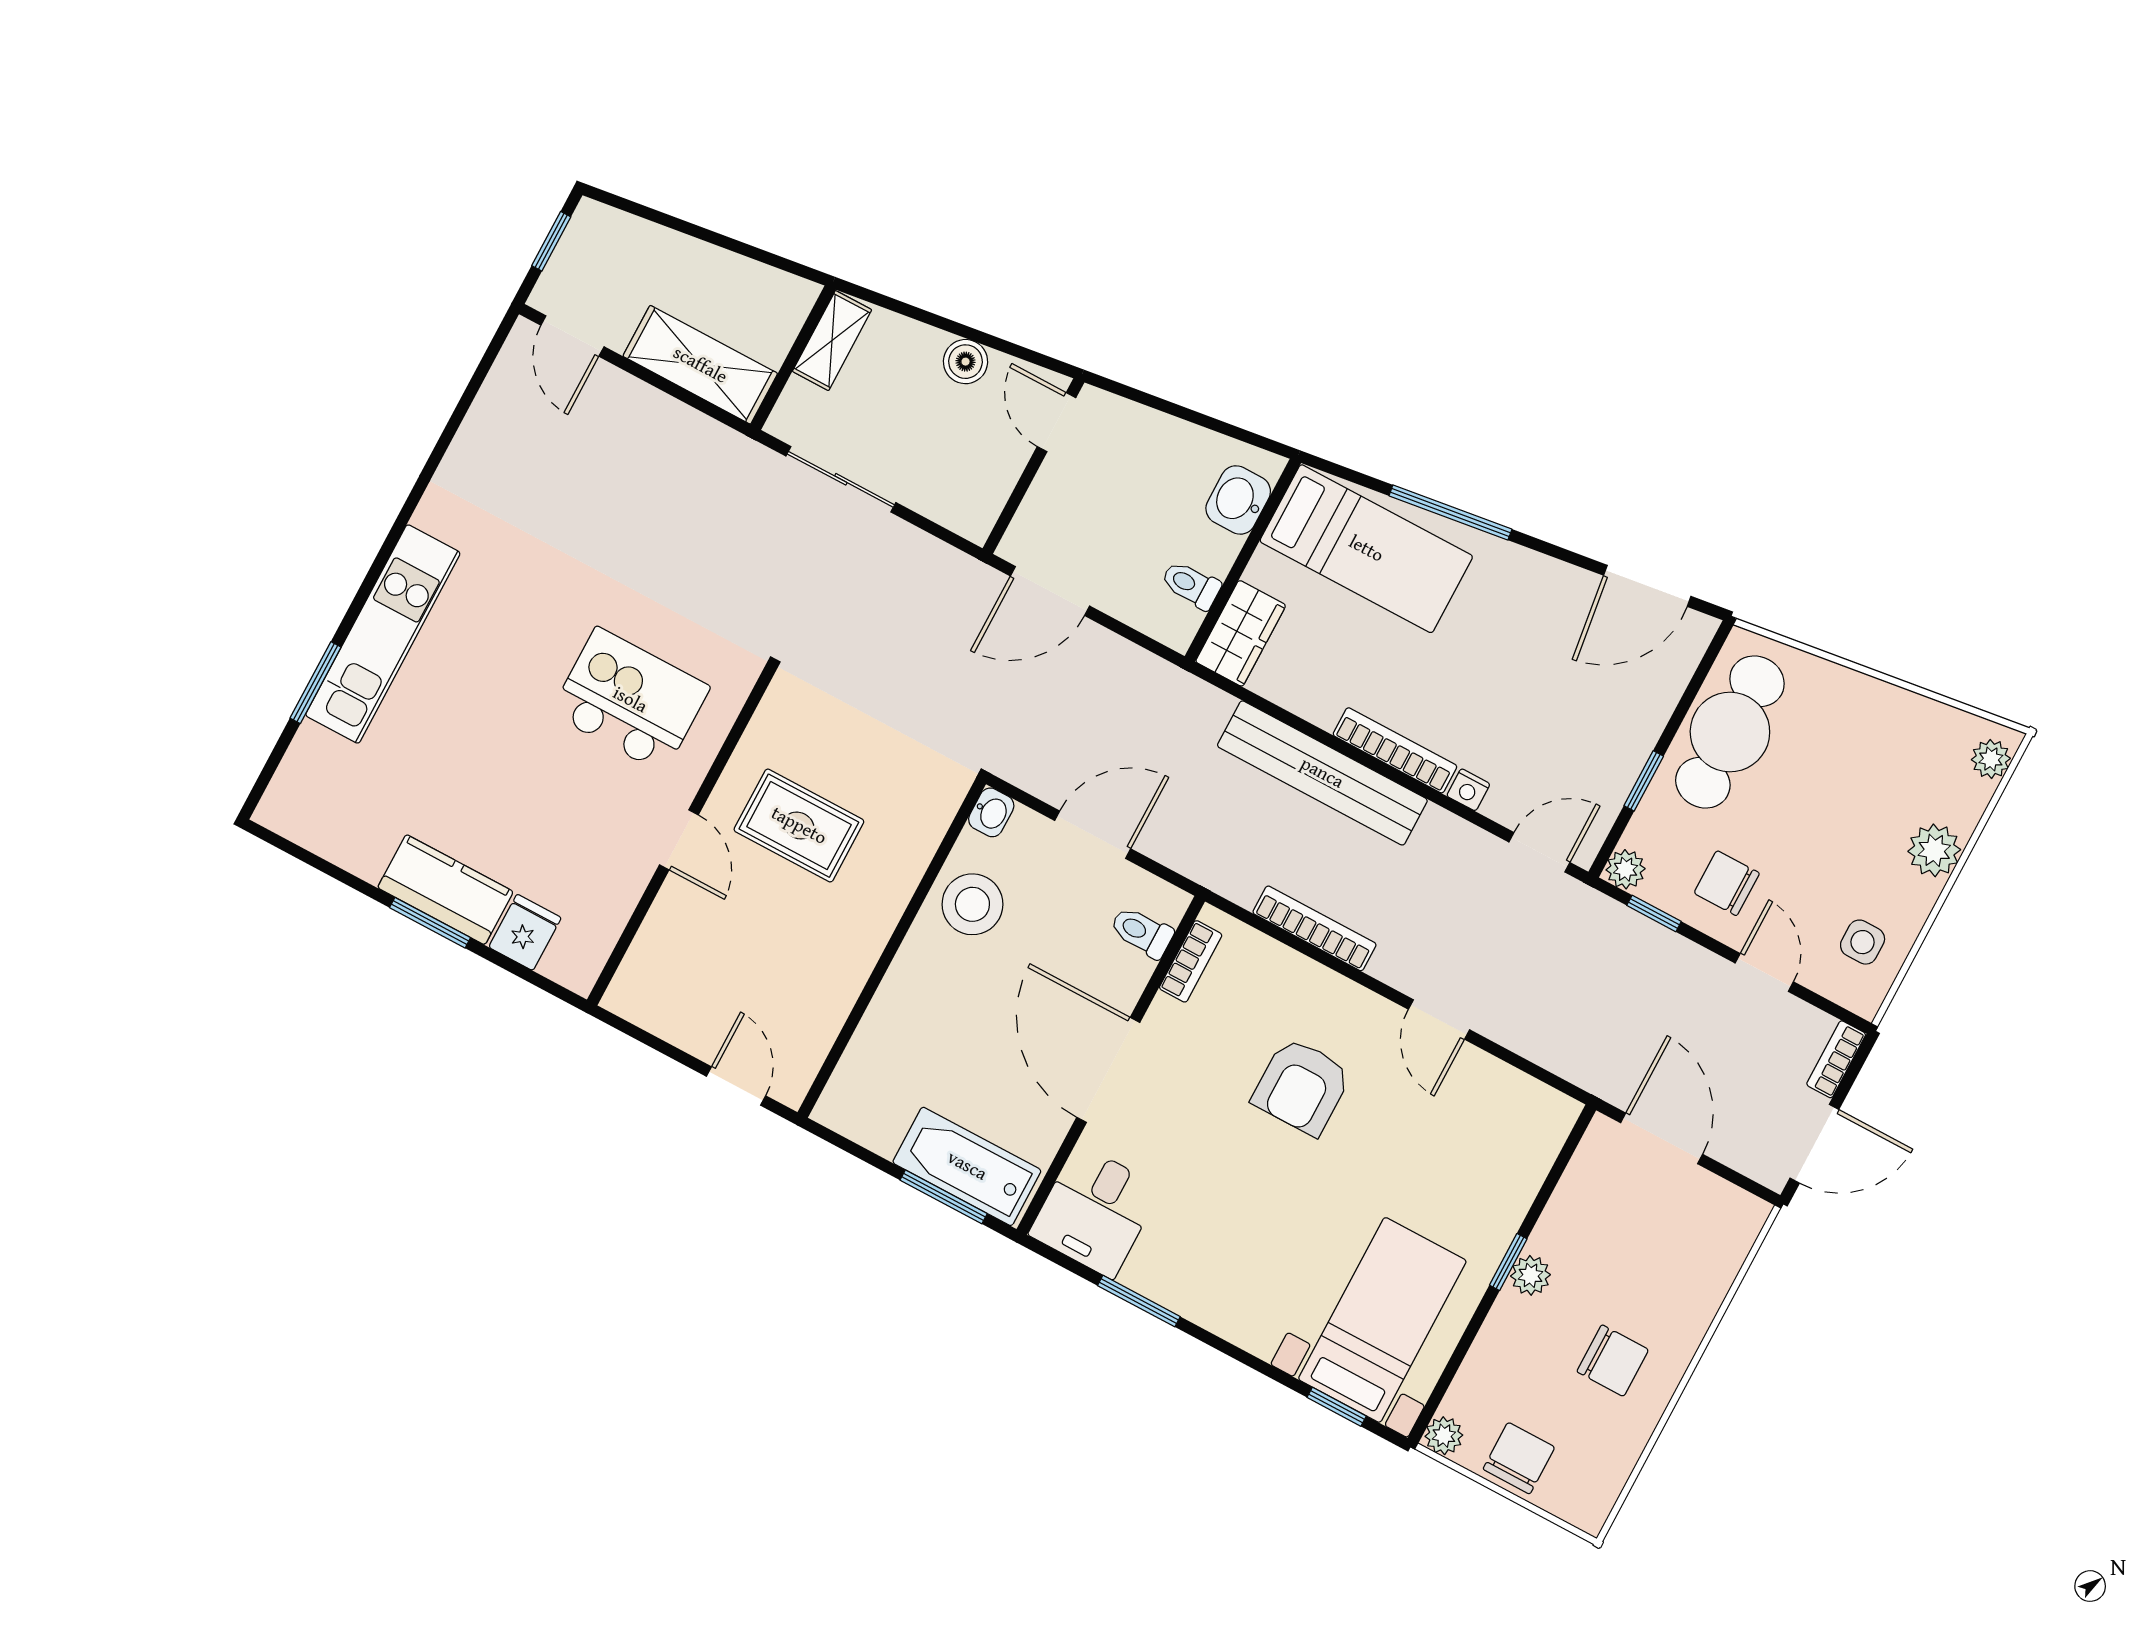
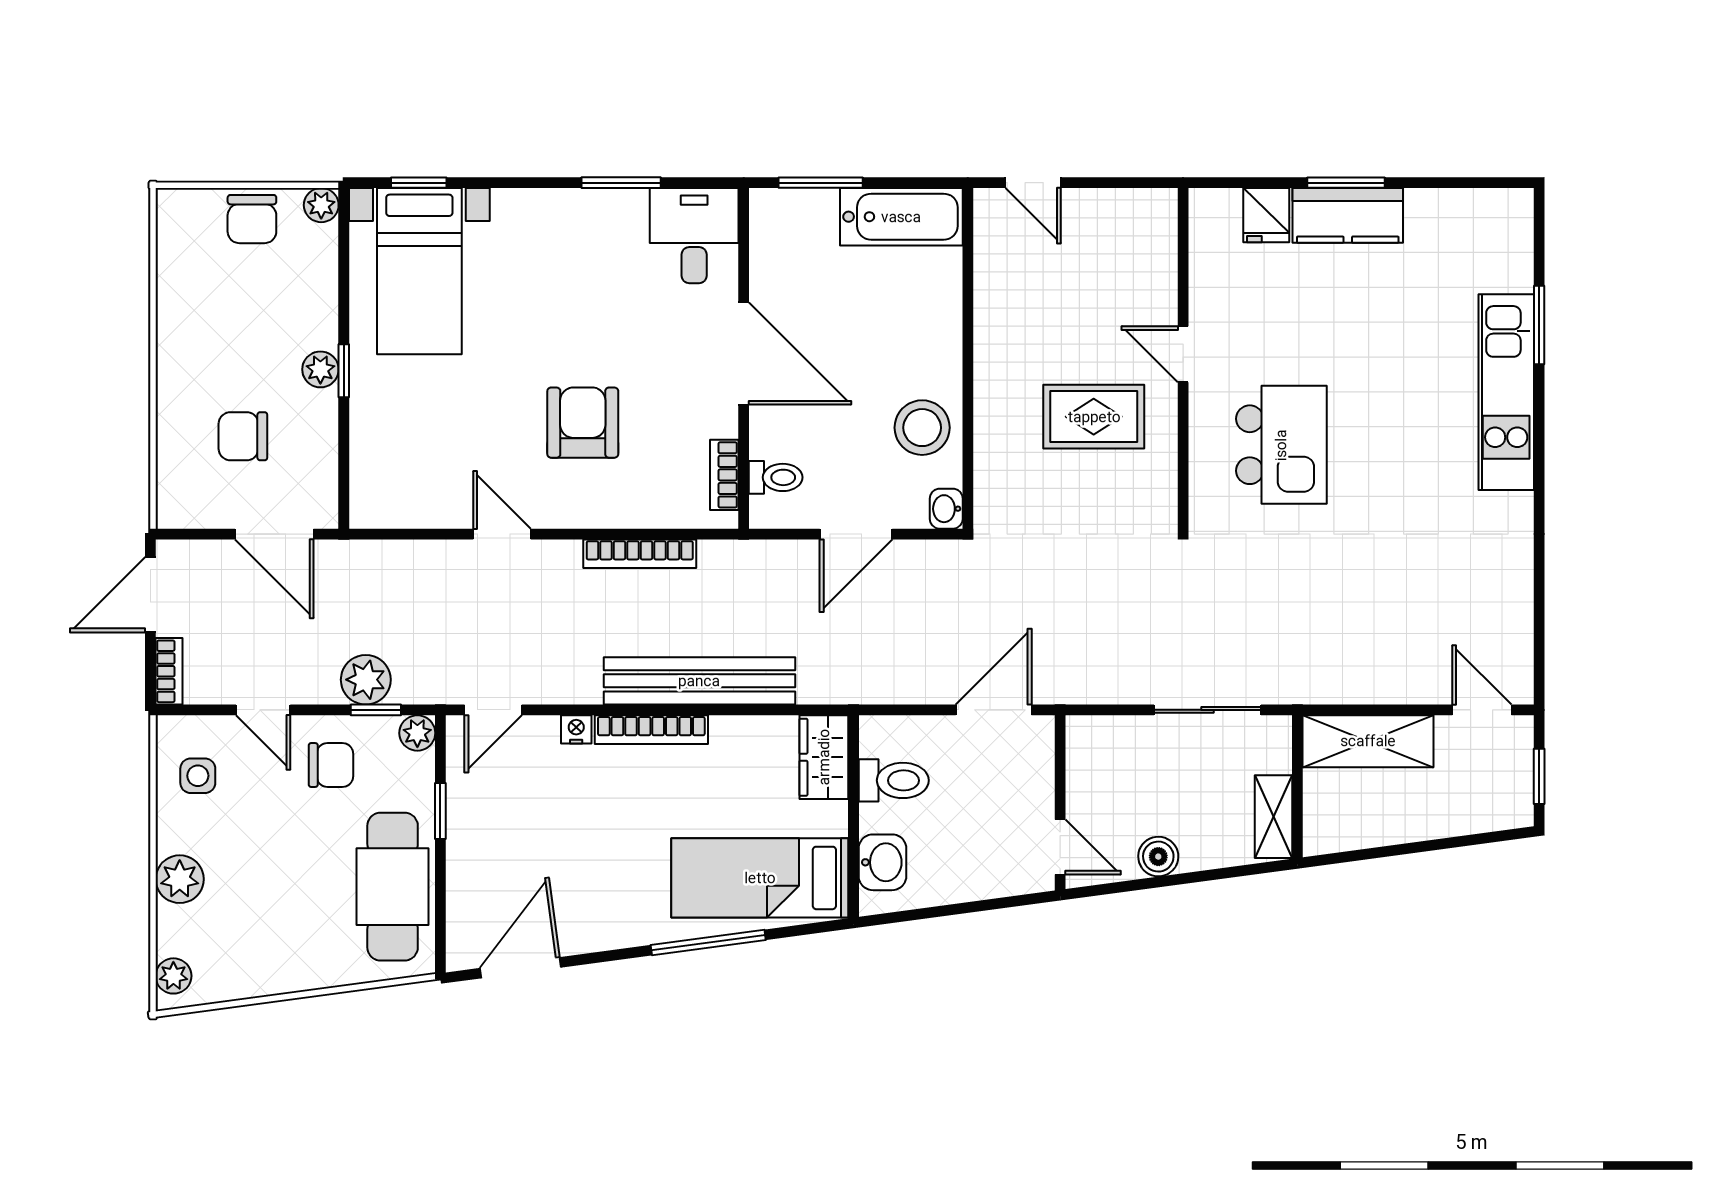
toilet: (1191, 585) -> (894, 780), width x1.37, depth x1.39
kitchen island: (630, 700) -> (1281, 445), turned -90
plant: (1648, 948) -> (366, 680), added
bathtub: (967, 1166) -> (901, 217), moved
chair: (1613, 1361) -> (243, 436), moved

